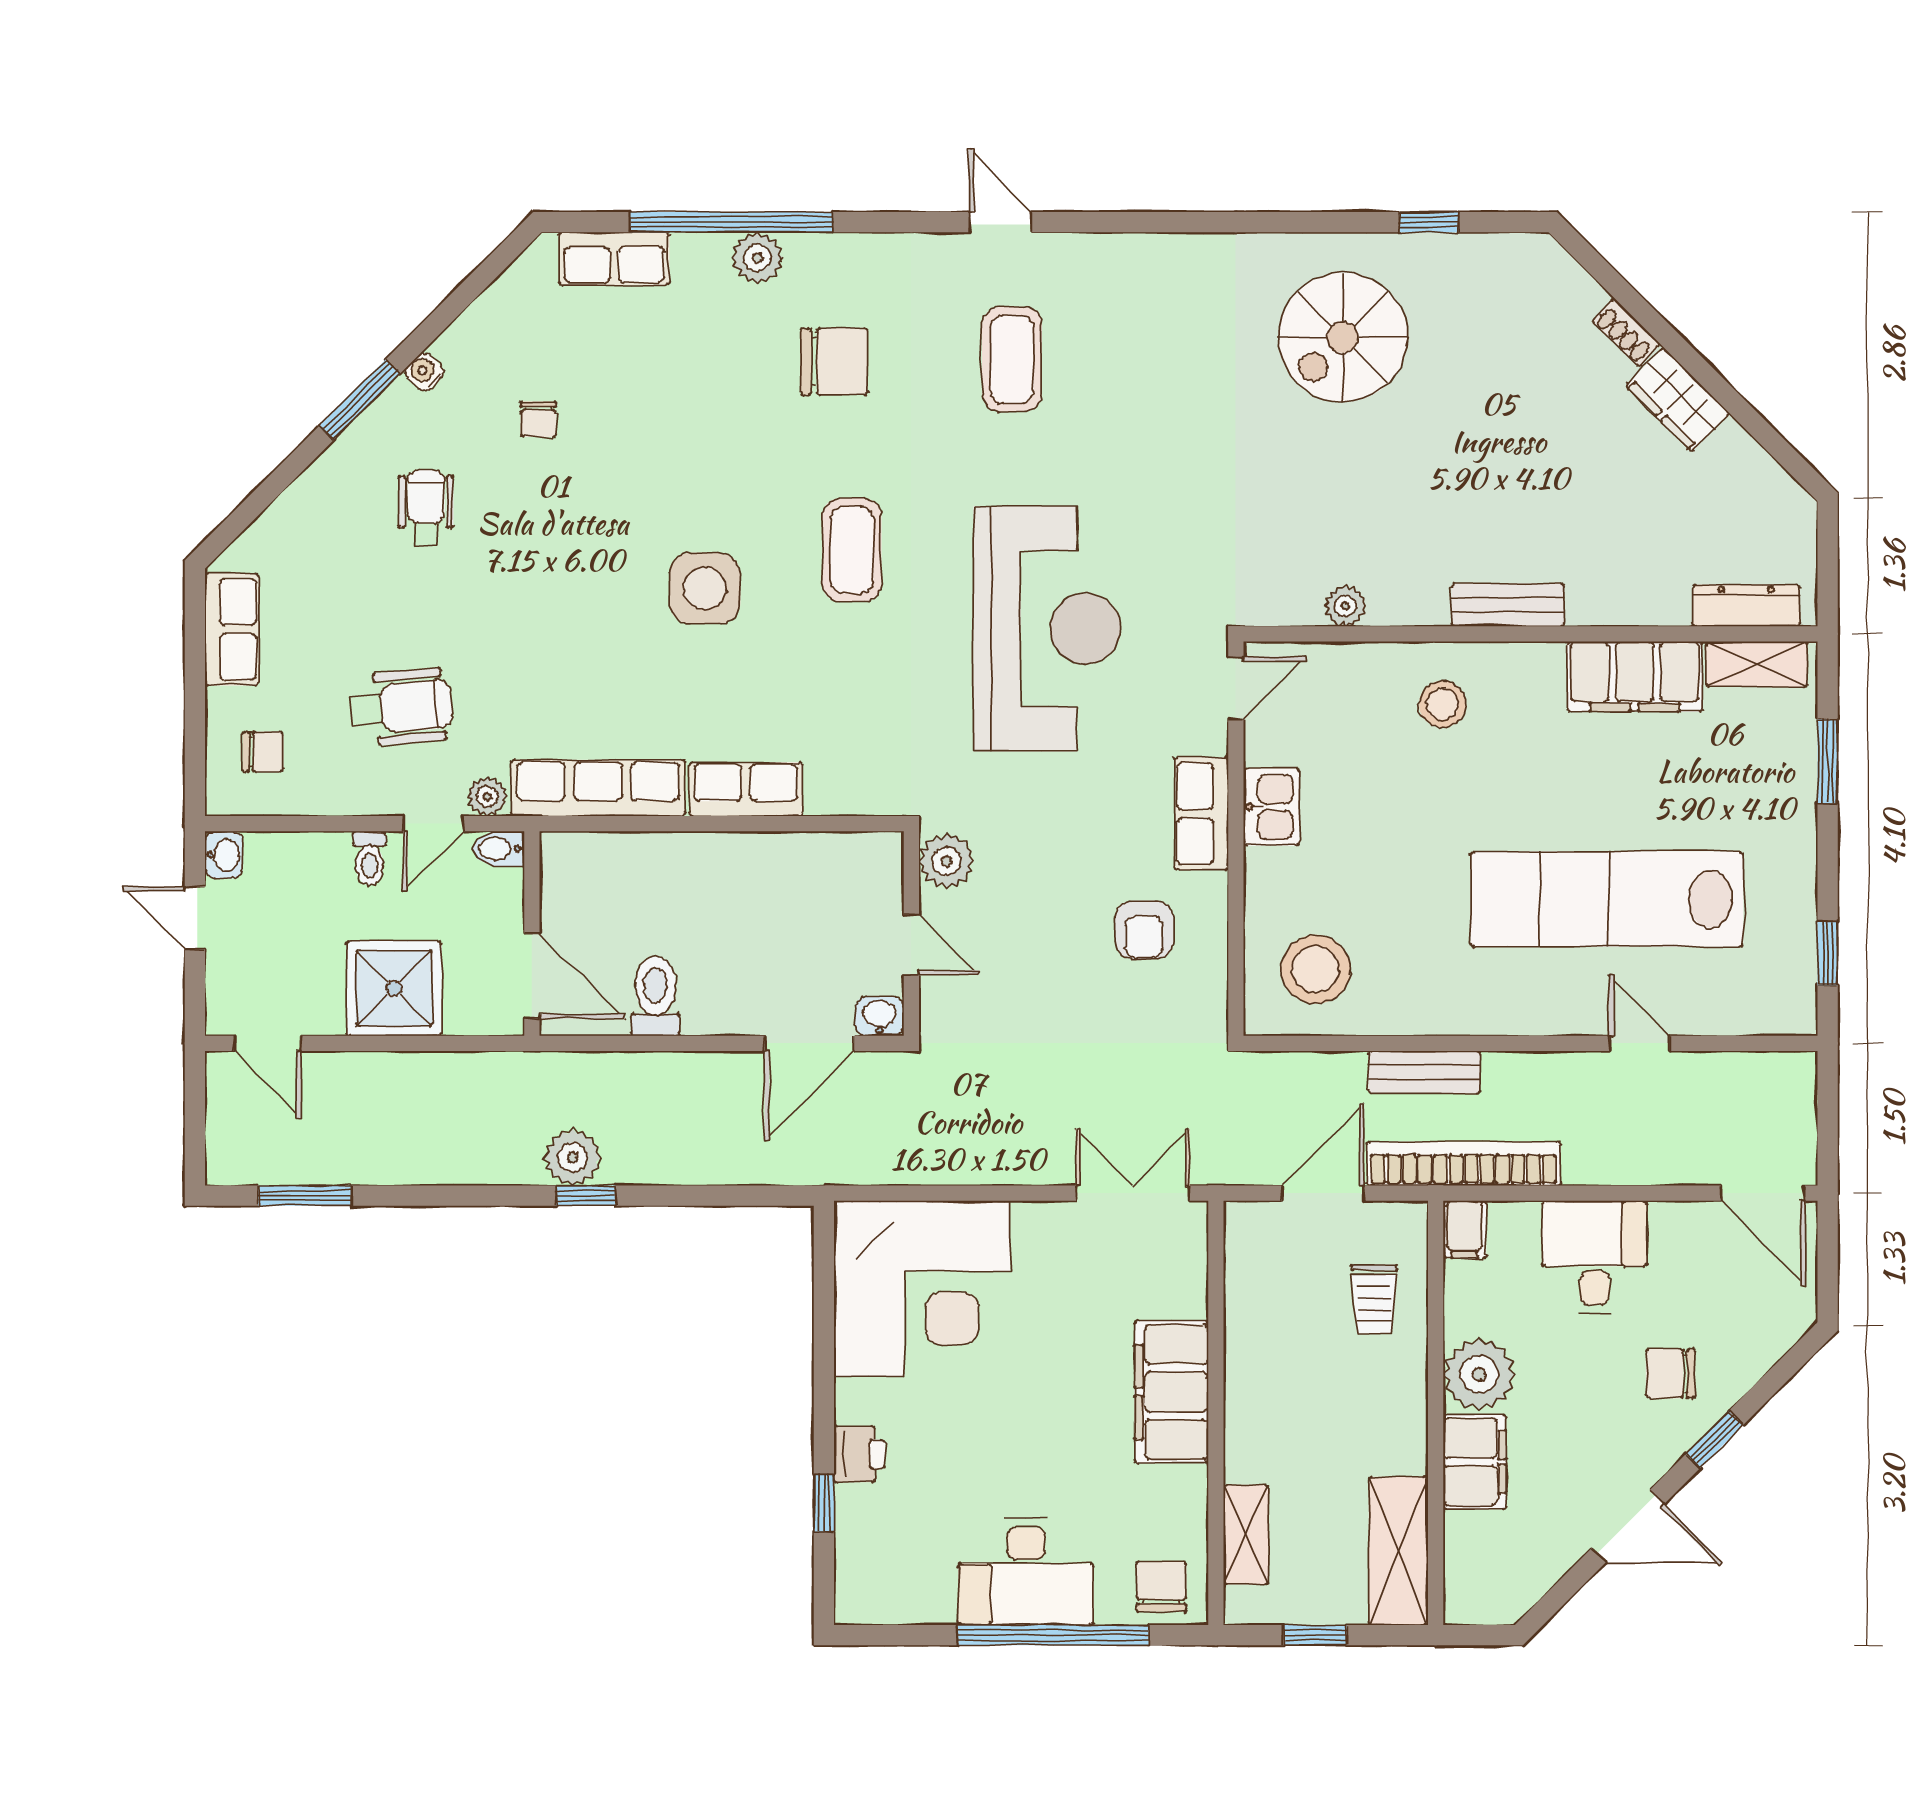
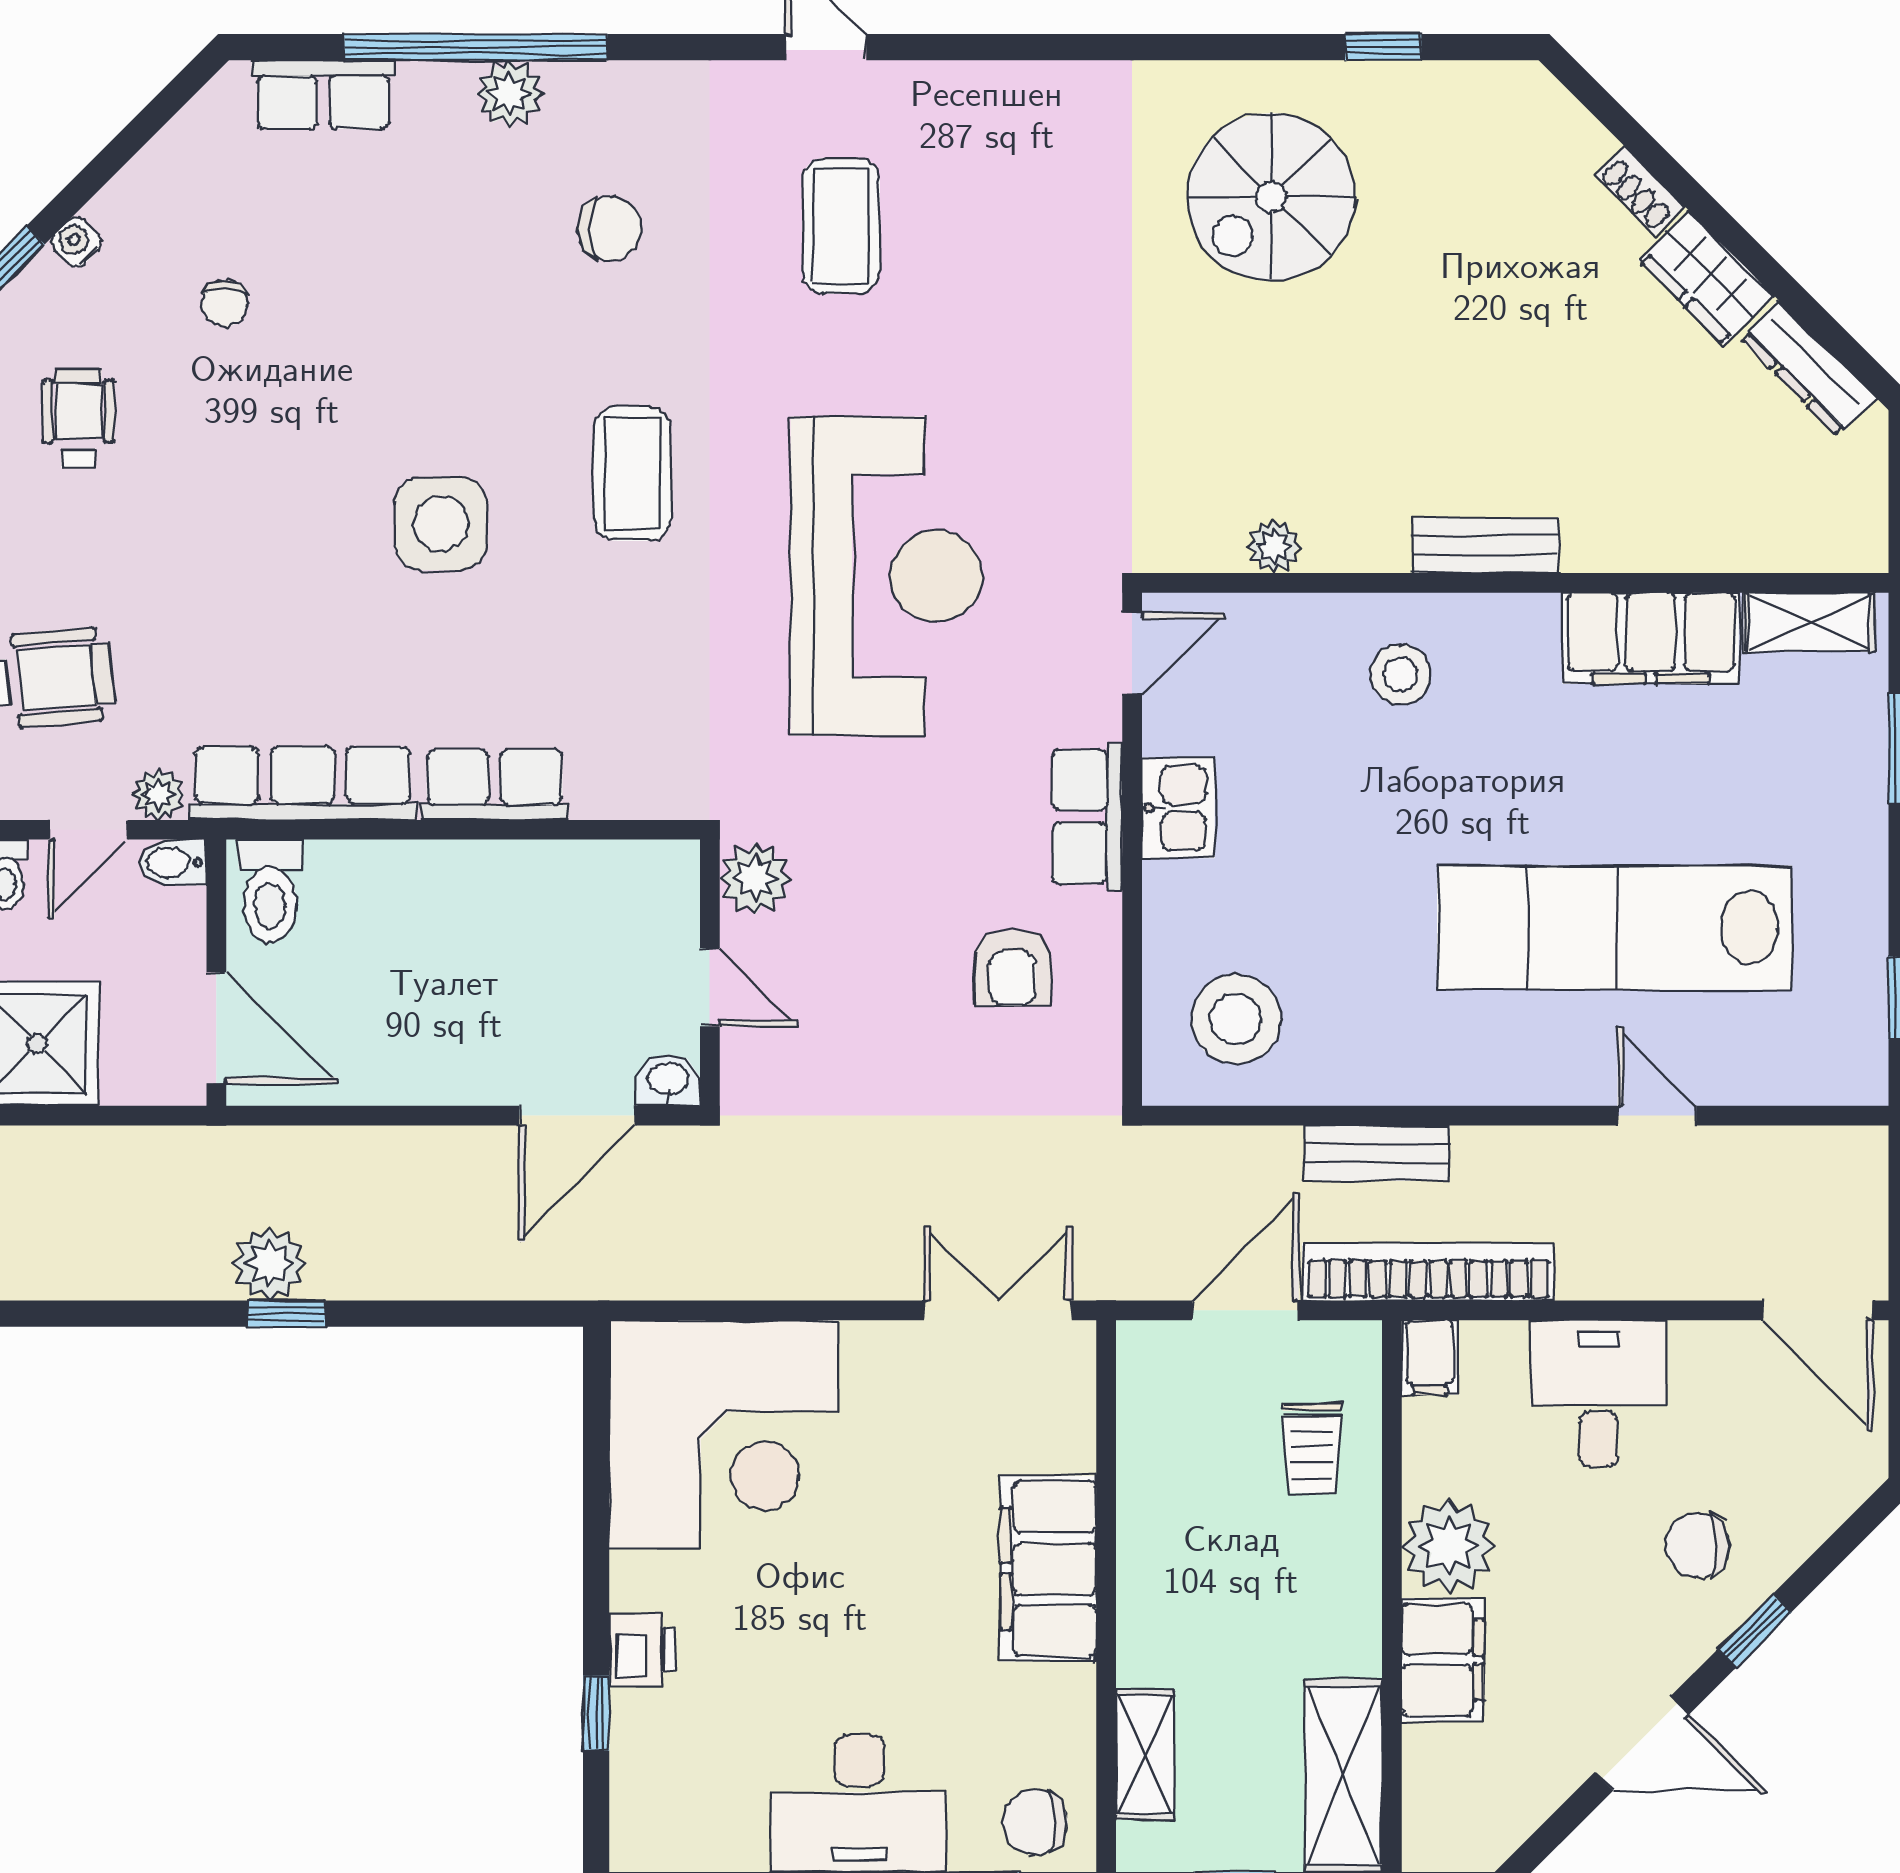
chair: (834, 361) -> (610, 228), width x0.73, depth x0.73
dresser: (1746, 606) -> (1808, 368), moved, turned -135
toilet: (655, 996) -> (270, 891), moved, turned 180
chair: (1161, 1587) -> (1035, 1822), turned -90

